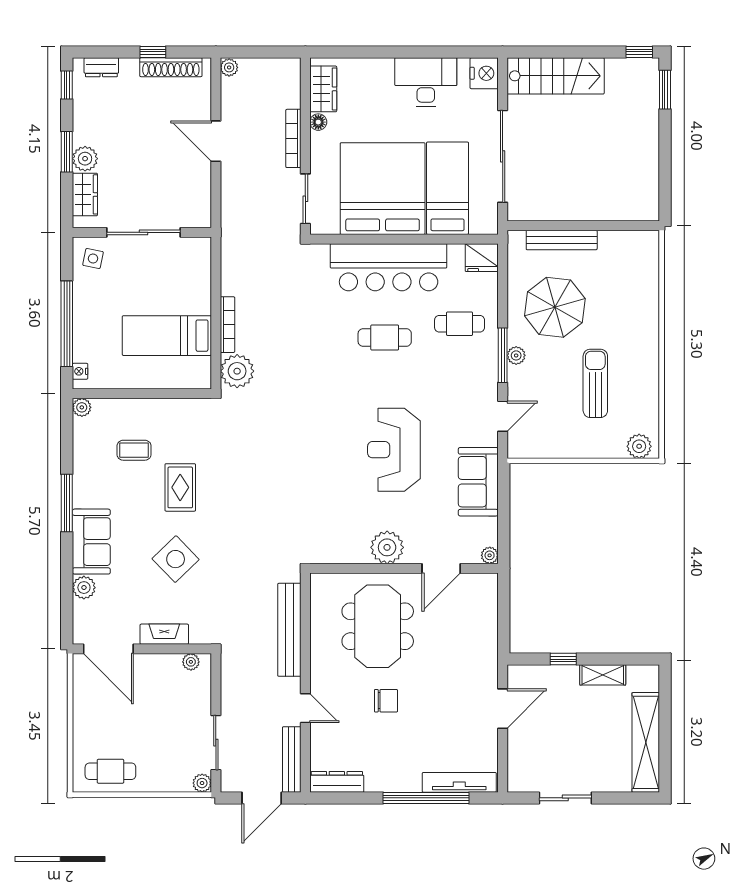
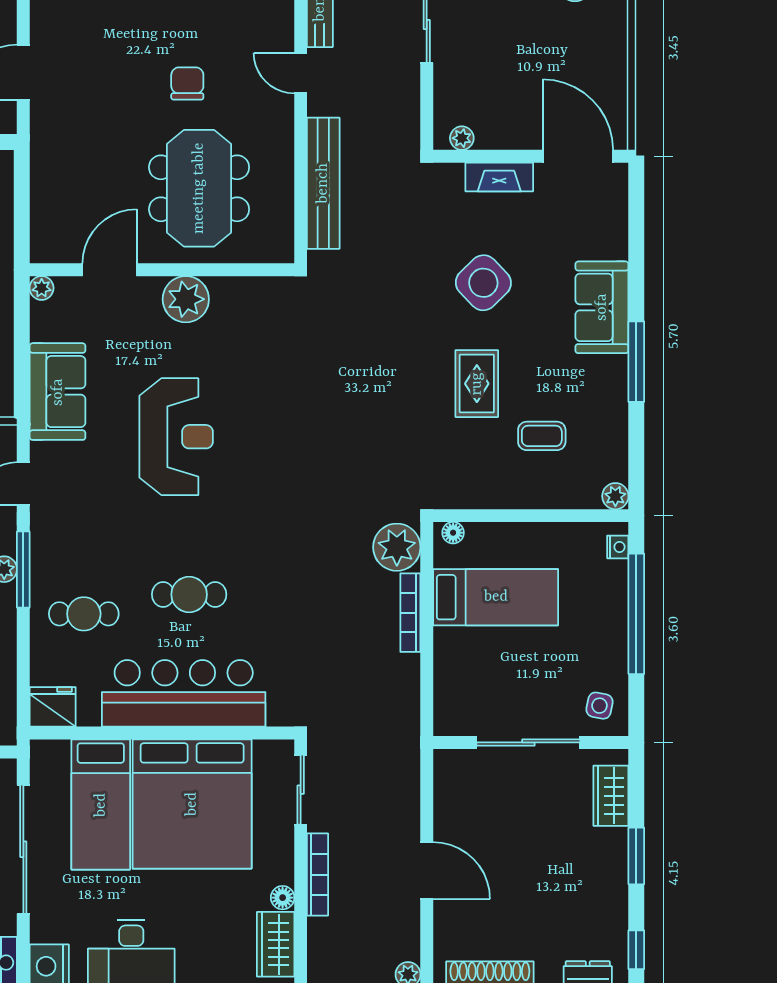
plant: (85, 159) -> (611, 846), removed
floor lamp: (197, 381) -> (453, 533), added
plant: (84, 588) -> (612, 243), removed
chair: (386, 701) -> (187, 83), turned 90

